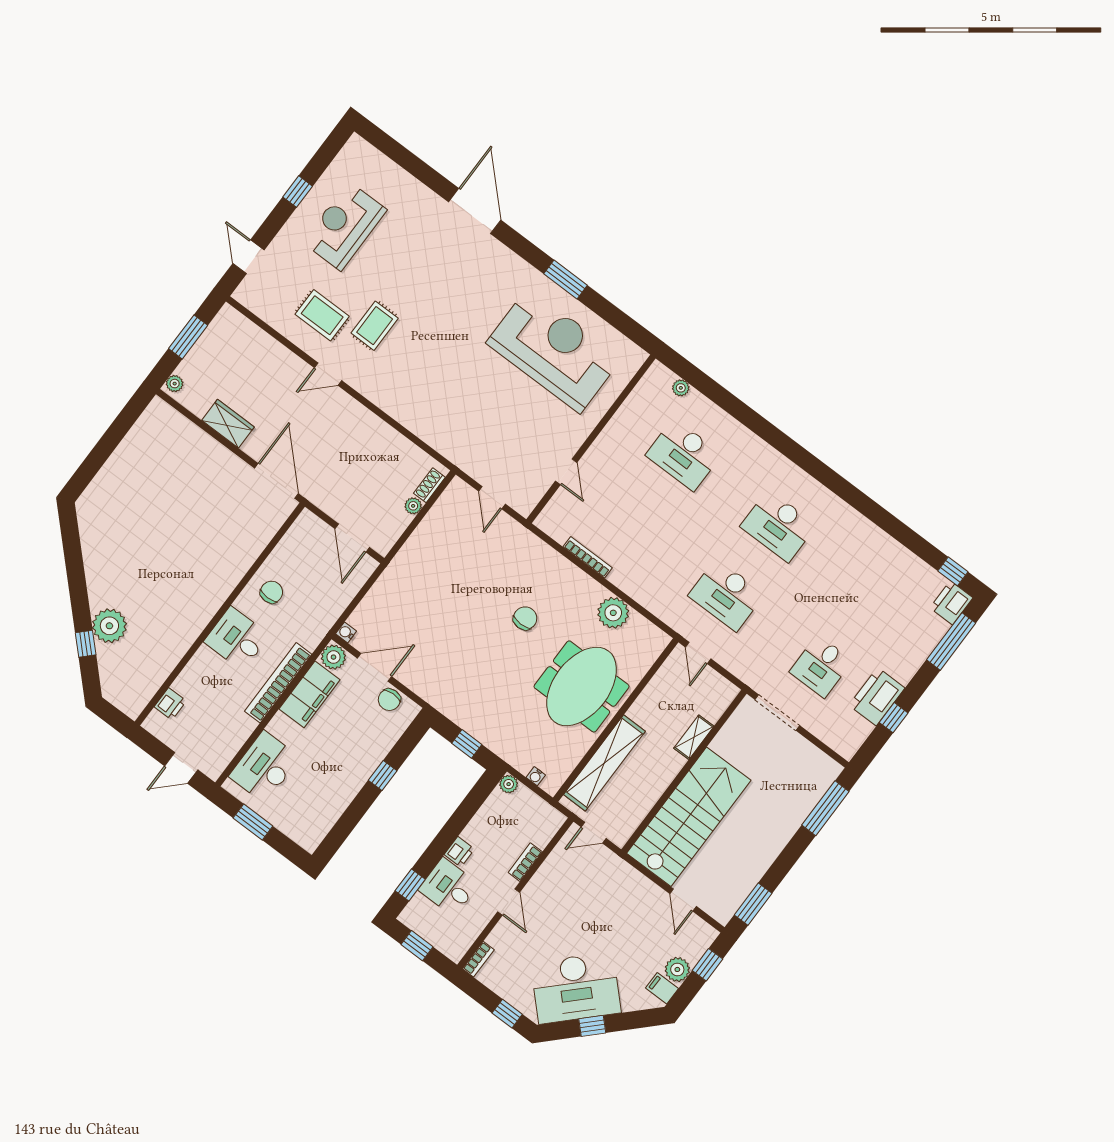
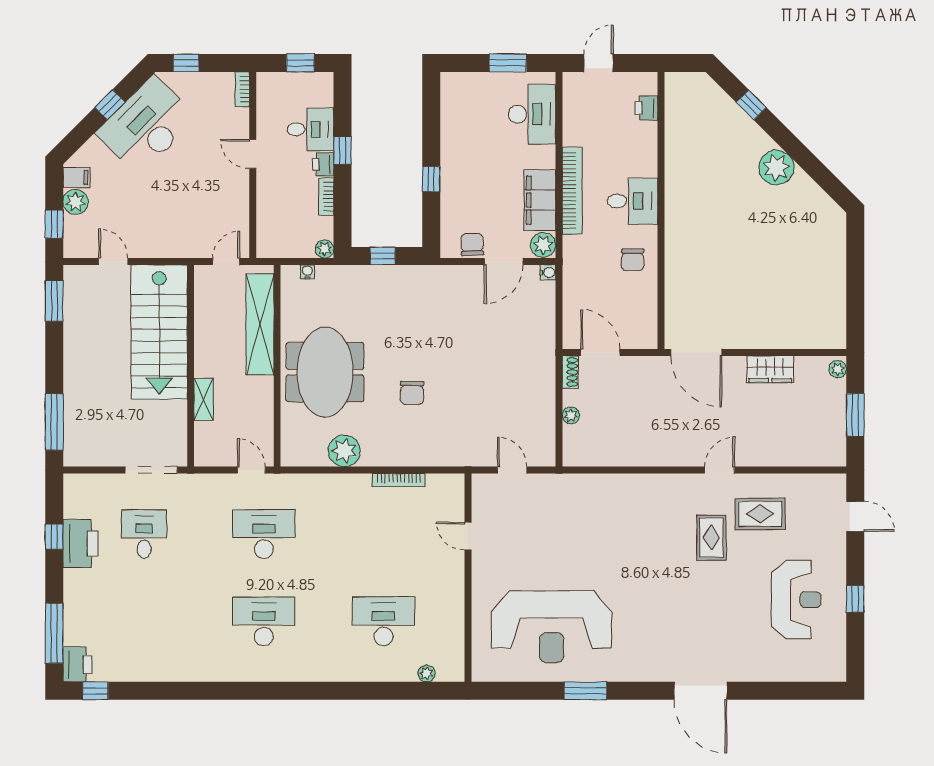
shoe rack: (429, 485) -> (570, 372), moved
plant: (109, 626) -> (776, 167), moved
bookcase: (525, 862) -> (326, 197), moved, turned 180
window: (410, 885) -> (343, 150), moved

